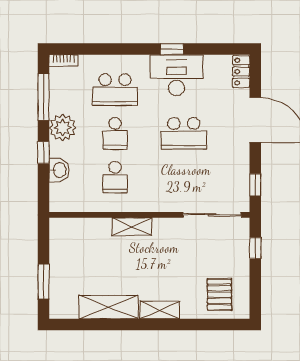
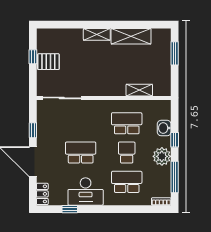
window: (172, 49) -> (70, 209), moved
school desk: (115, 177) -> (127, 123), width x1.85
window: (255, 185) -> (33, 130), moved
shelving: (132, 227) -> (139, 90), moved
window: (255, 248) -> (33, 57), moved
pallet: (219, 295) -> (48, 62), moved, turned 90

